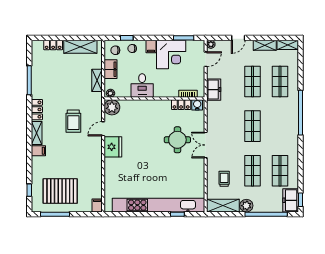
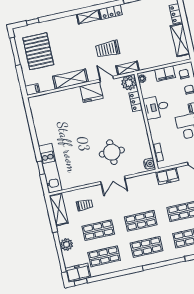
shelving: (97, 80) -> (128, 68), moved
locker: (181, 105) -> (136, 101), moved
shop shelf: (280, 126) -> (147, 247), added
double door: (206, 145) -> (113, 180), swing flipped
filing cabinet: (38, 151) -> (72, 22), removed
shelving: (95, 165) -> (70, 79), added
kitchen unit: (158, 205) -> (50, 168), width x0.54
plant: (246, 206) -> (66, 244), moved

